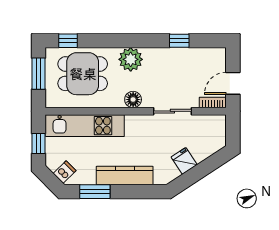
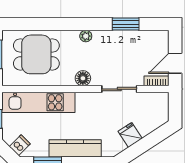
window: (68, 41) -> (23, 24), removed
window: (179, 41) -> (126, 24), width x1.50
plant: (131, 59) -> (86, 36), width x0.53, depth x0.53

